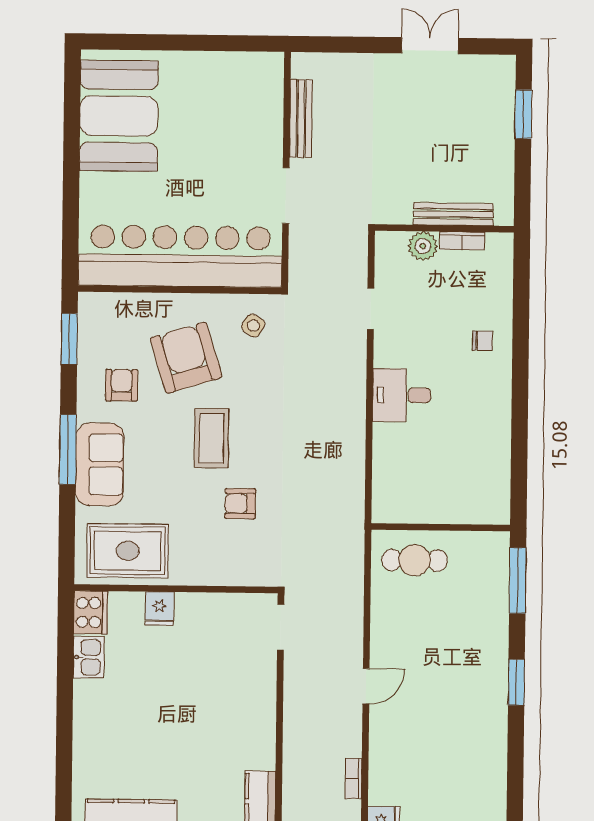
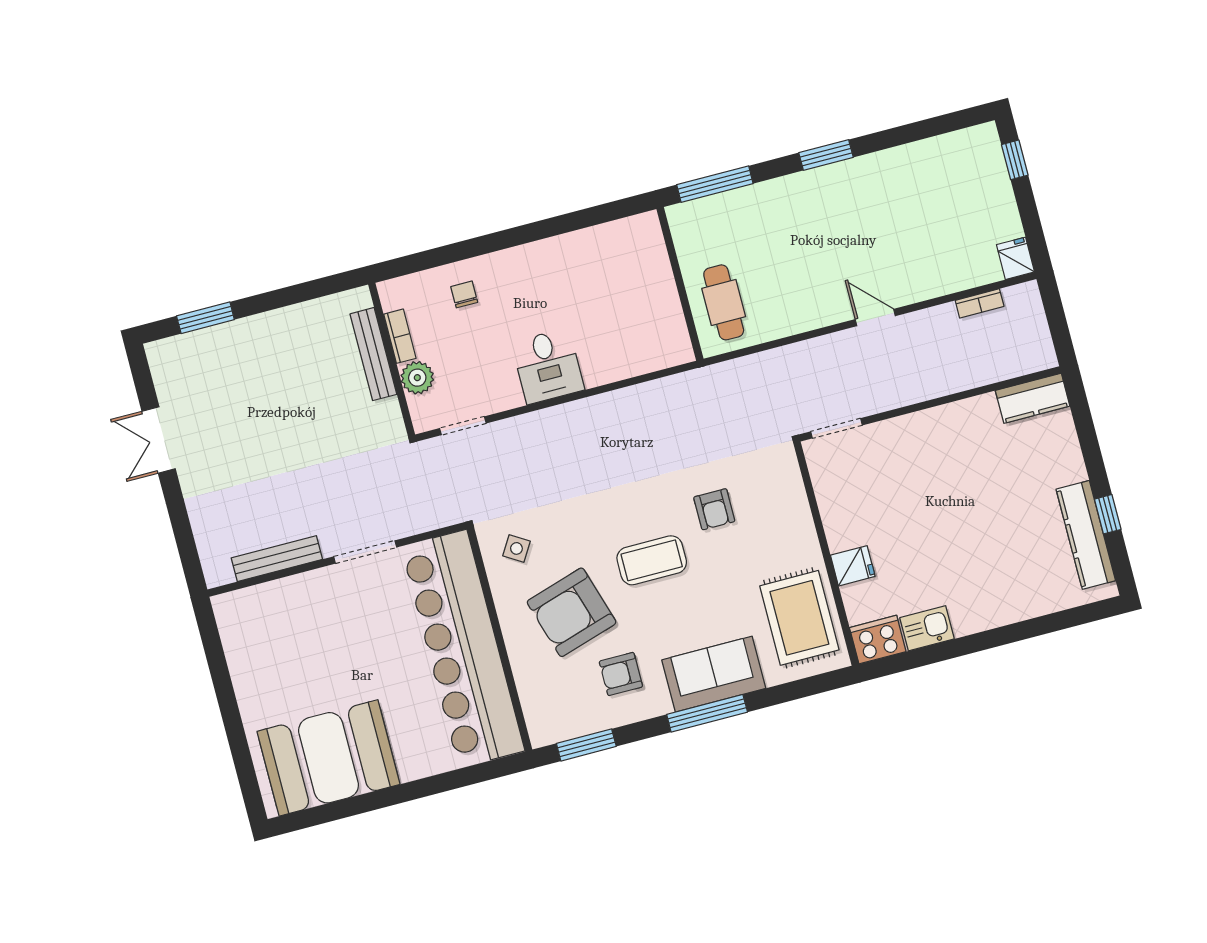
bench: (453, 214) -> (373, 354), moved
wall: (444, 228) -> (392, 360), moved
bookcase: (462, 241) -> (400, 336), moved
plant: (423, 246) -> (417, 378), moved

